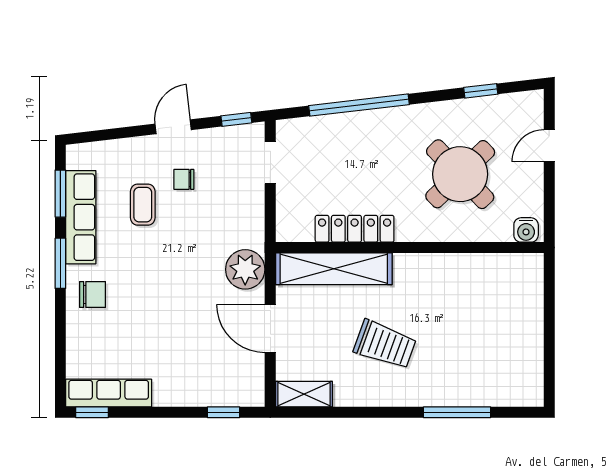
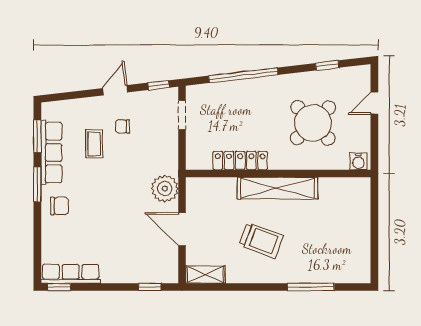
shelving: (334, 269) -> (278, 188), moved

